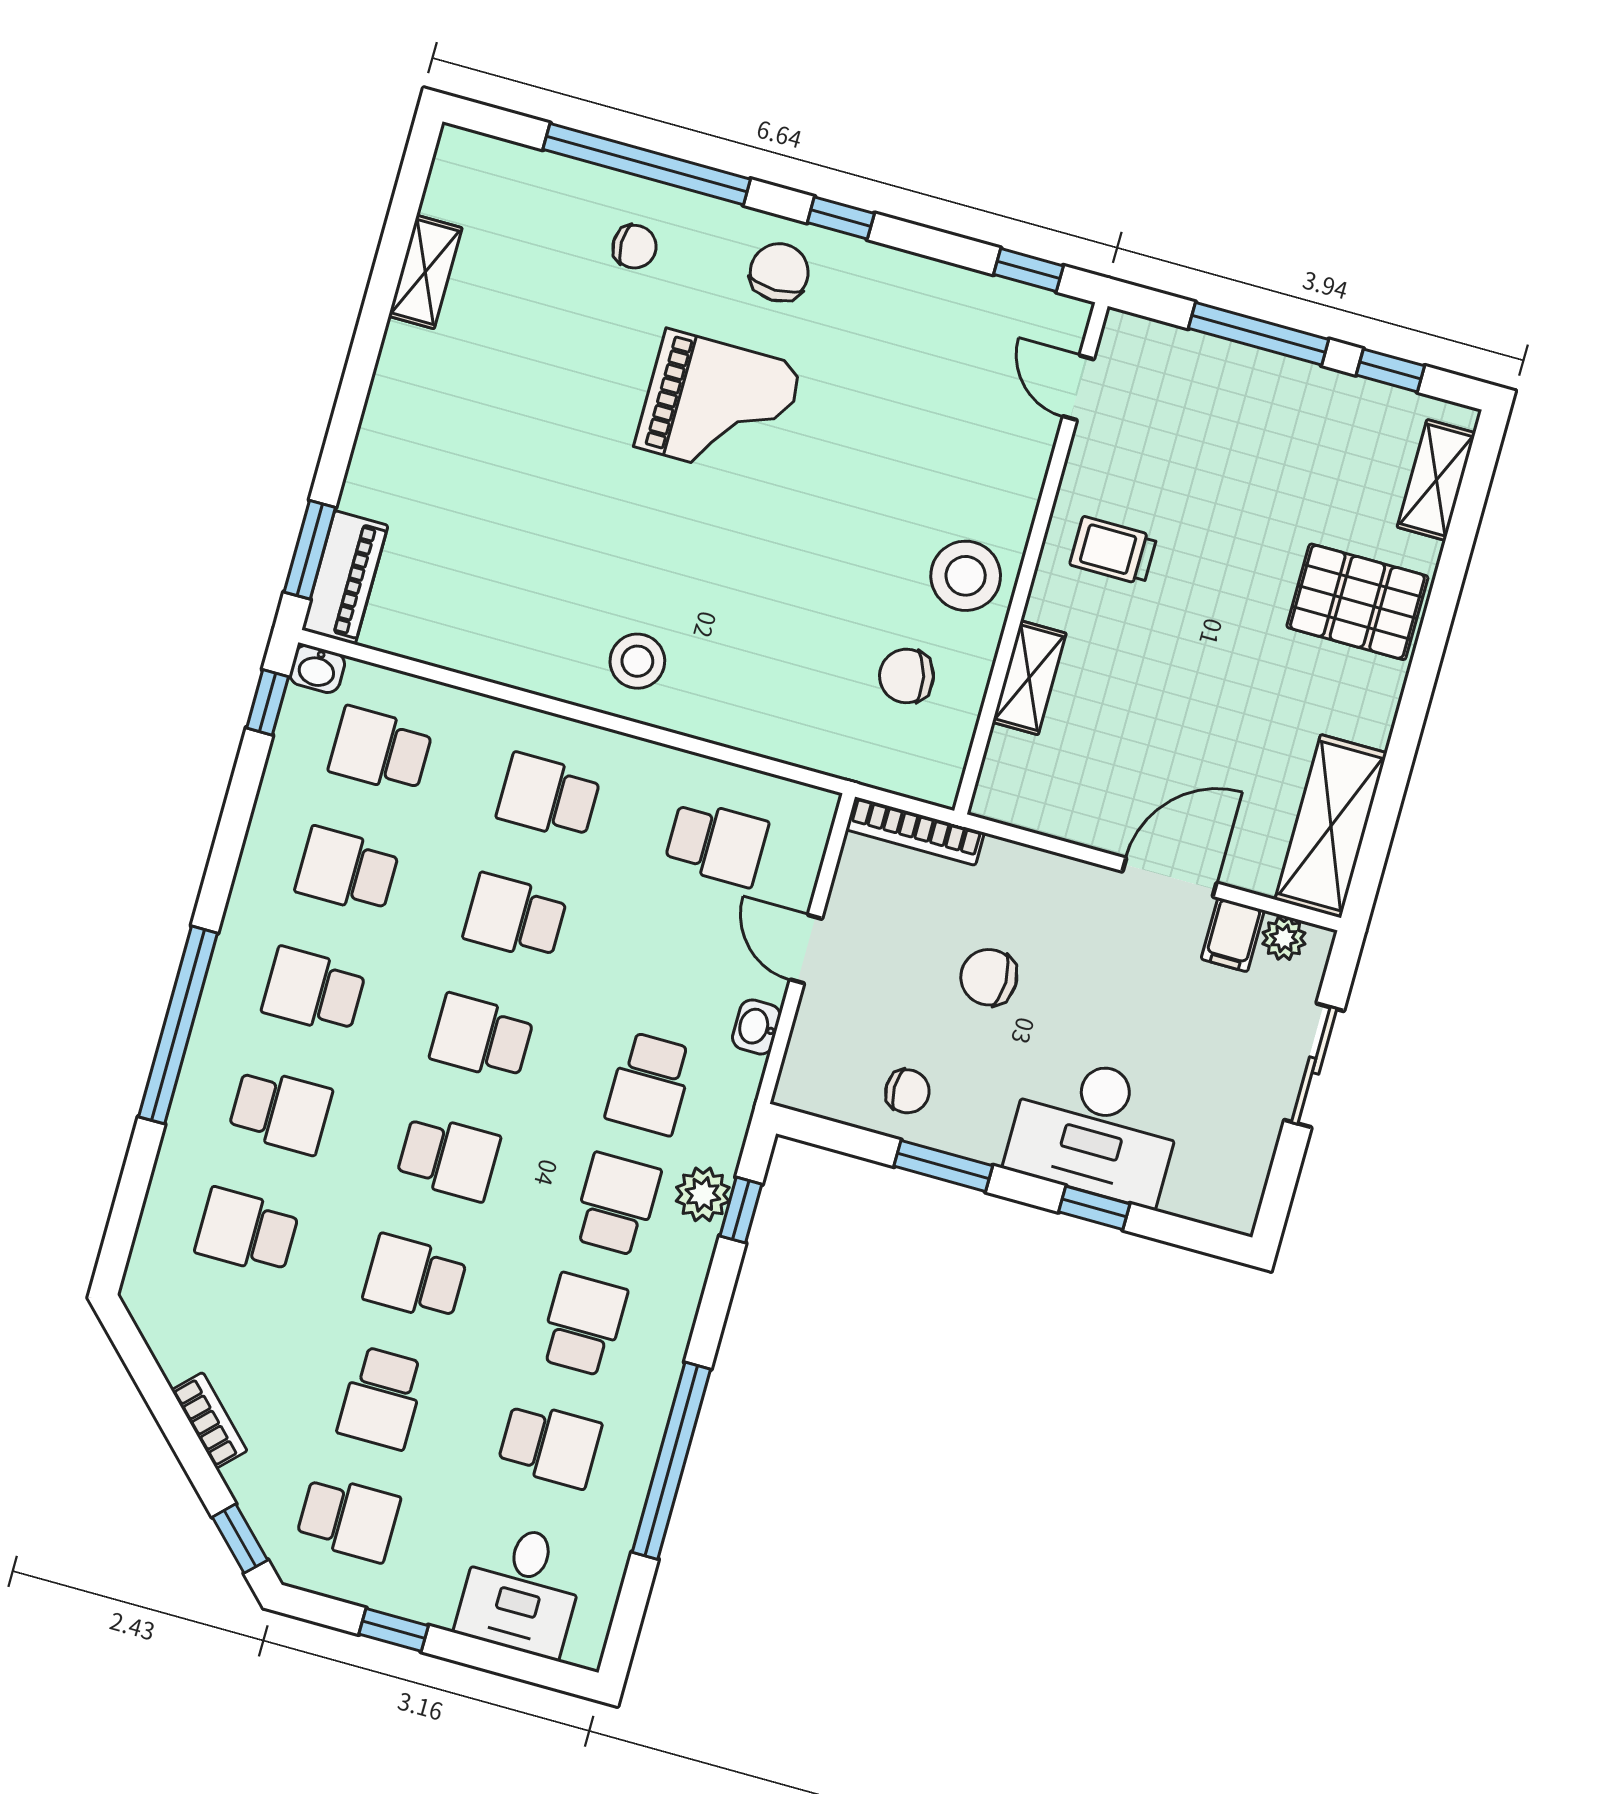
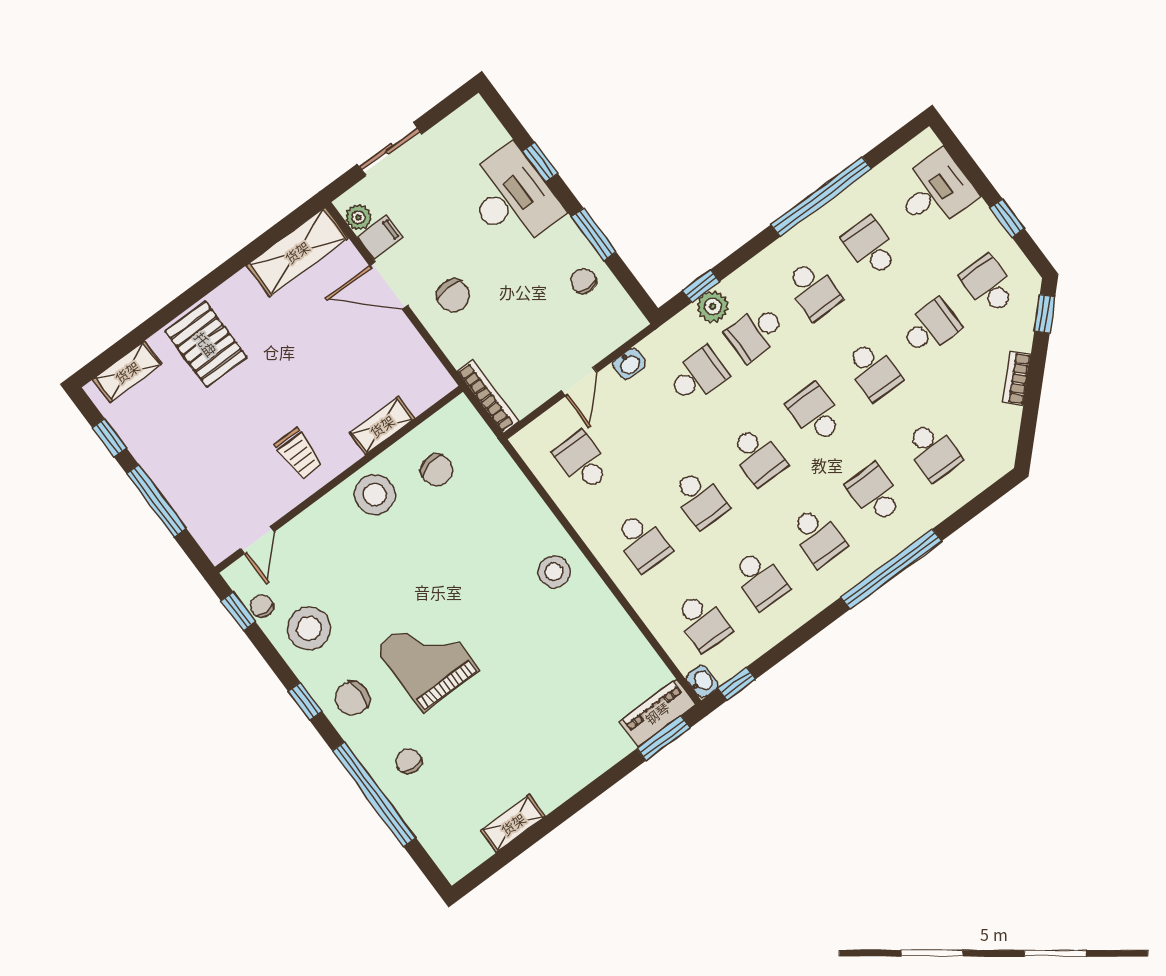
chair: (1002, 302) -> (262, 606), added
stool: (913, 322) -> (309, 628), added
chair: (989, 977) -> (453, 296), moved
school desk: (583, 1324) -> (813, 290), turned -90

